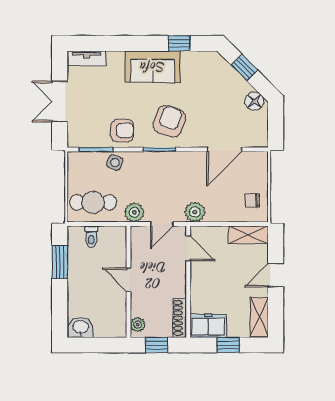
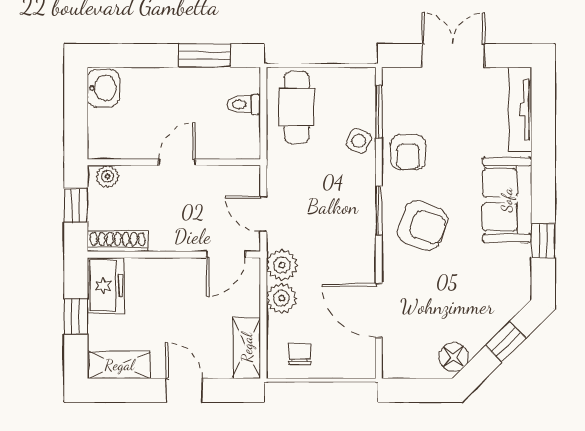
tv unit: (87, 58) -> (520, 109), width x1.41
plant: (134, 212) -> (281, 298), moved

